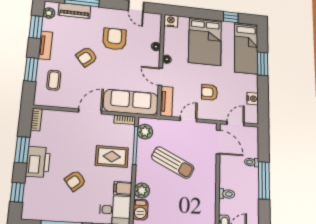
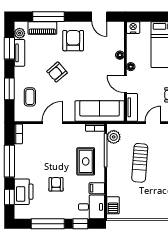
armchair: (115, 39) -> (73, 41), moved
tv unit: (45, 45) -> (19, 53), moved
door: (90, 111) -> (52, 123), moved
window: (22, 150) -> (9, 161), width x1.44
rug: (112, 157) -> (86, 161), turned 90
printer: (38, 162) -> (24, 192), moved
sun lounger: (173, 163) -> (140, 163), turned 68
armchair: (75, 181) -> (56, 184), turned 130
plant: (142, 190) -> (113, 189), removed

